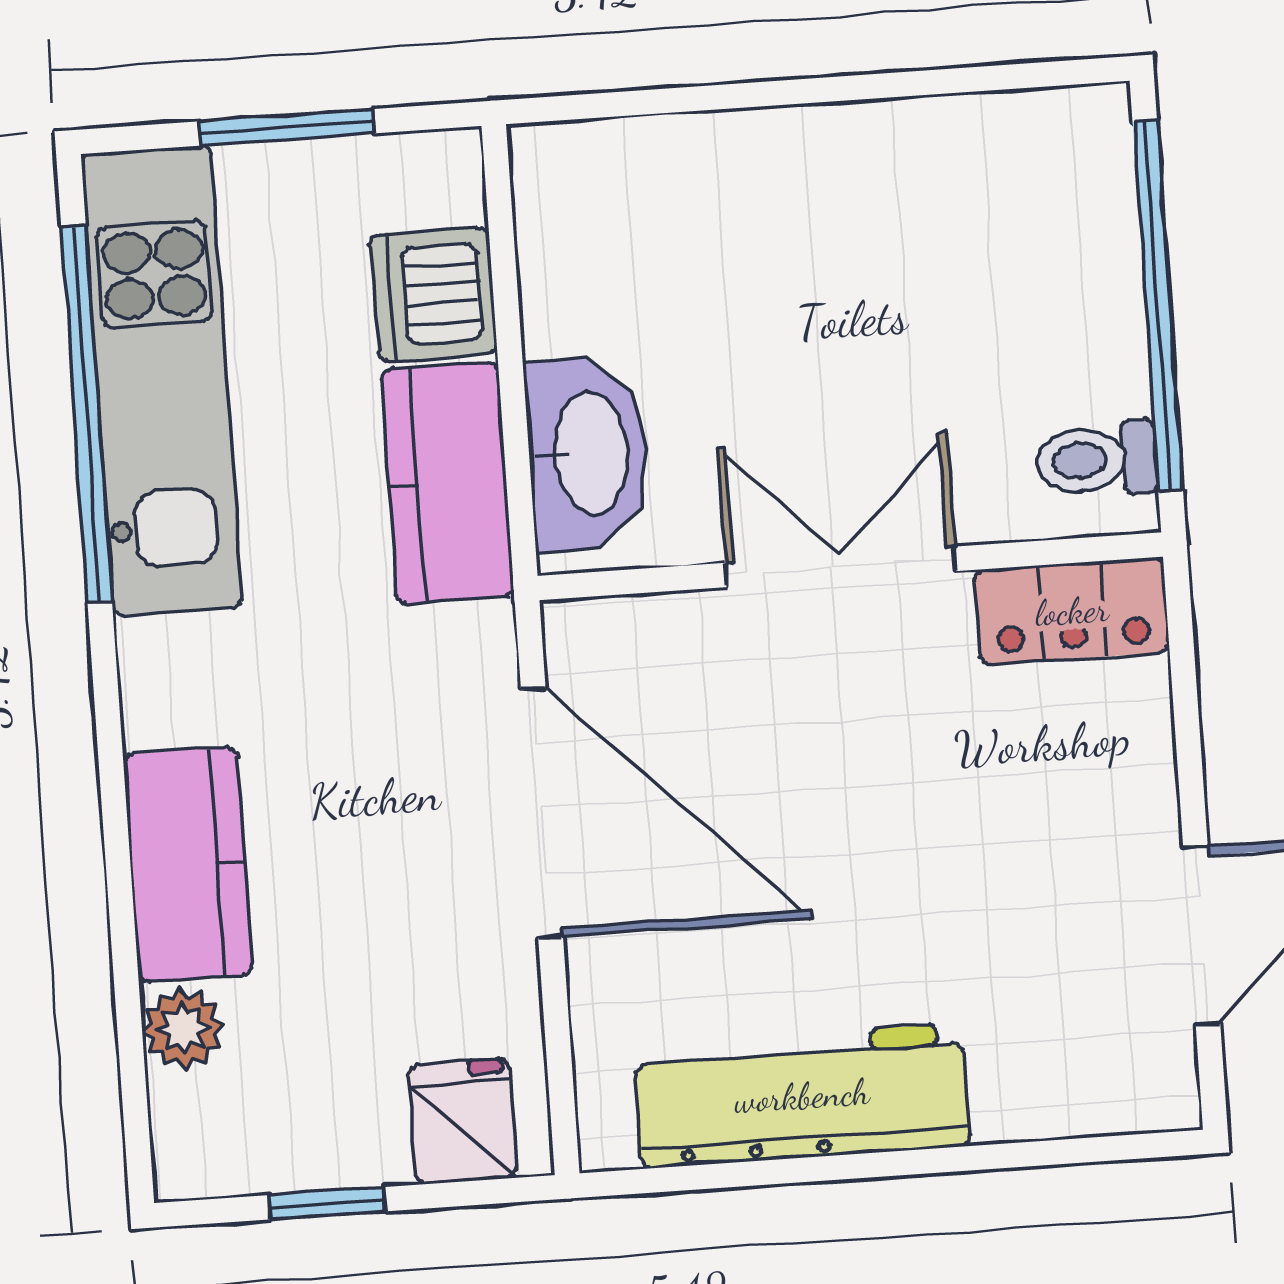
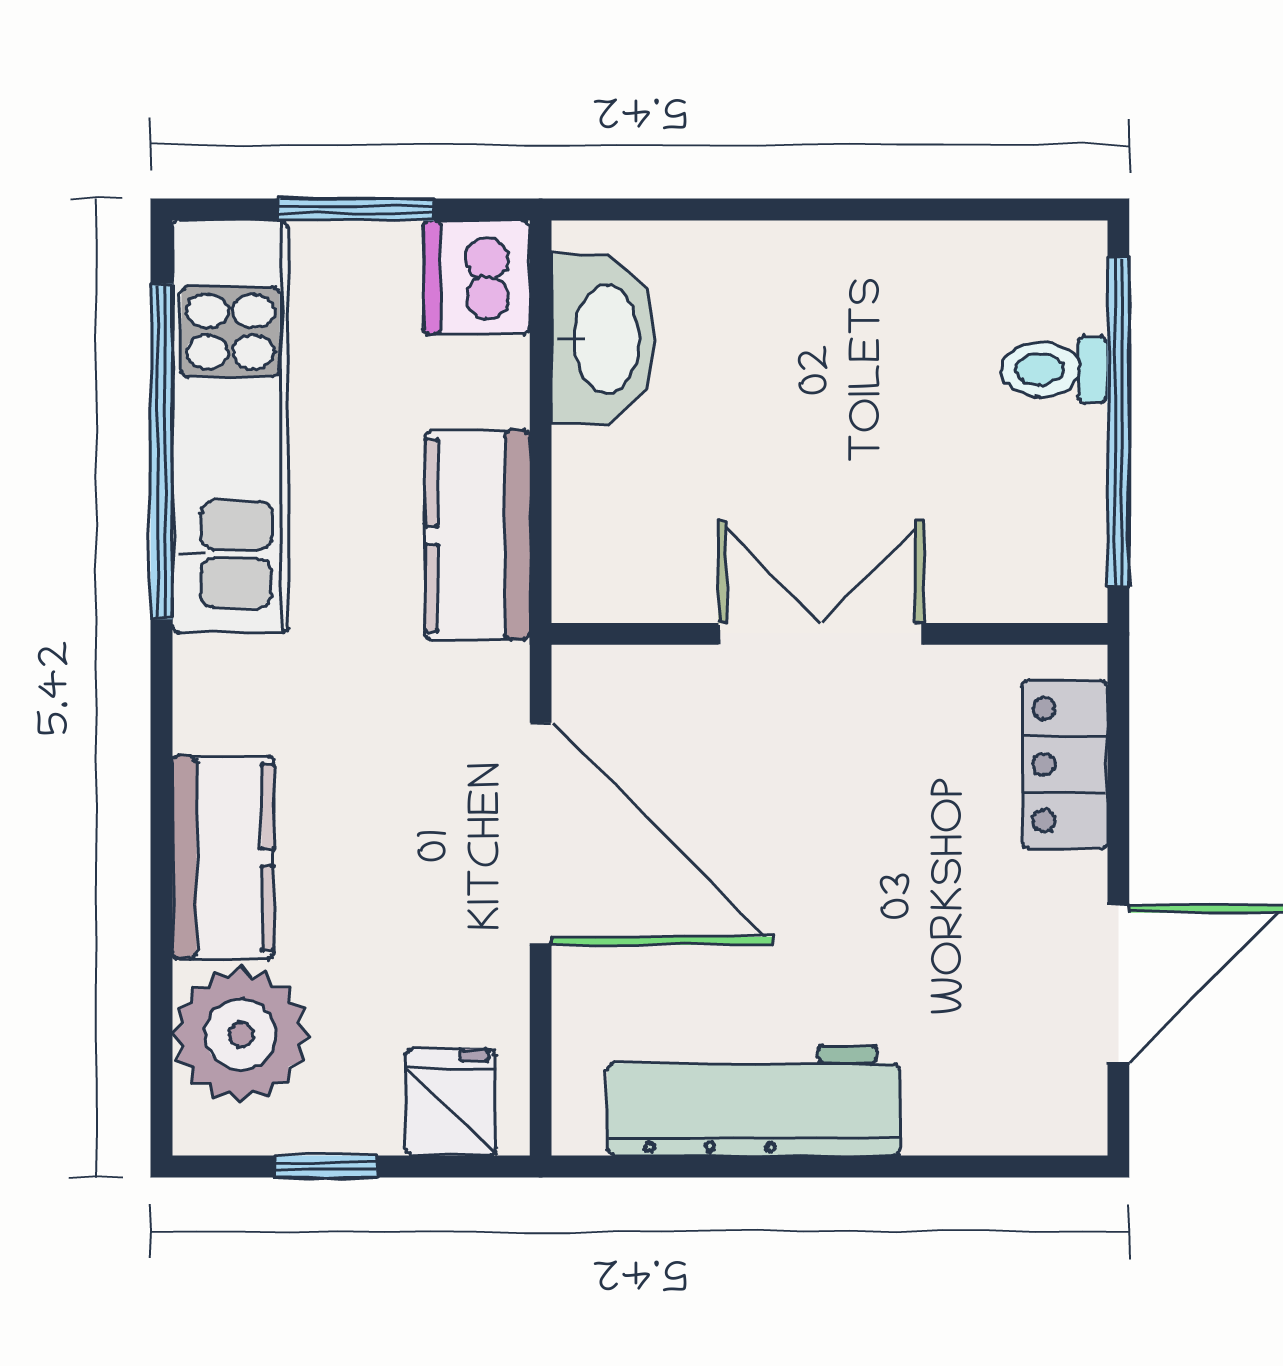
dishwasher: (434, 294) -> (477, 277), moved
washbasin: (588, 453) -> (603, 339), moved
toilet: (1096, 460) -> (1054, 369), moved
locker: (1072, 611) -> (1065, 764), moved, turned 90
plant: (183, 1029) -> (241, 1035), width x1.88, depth x1.88

